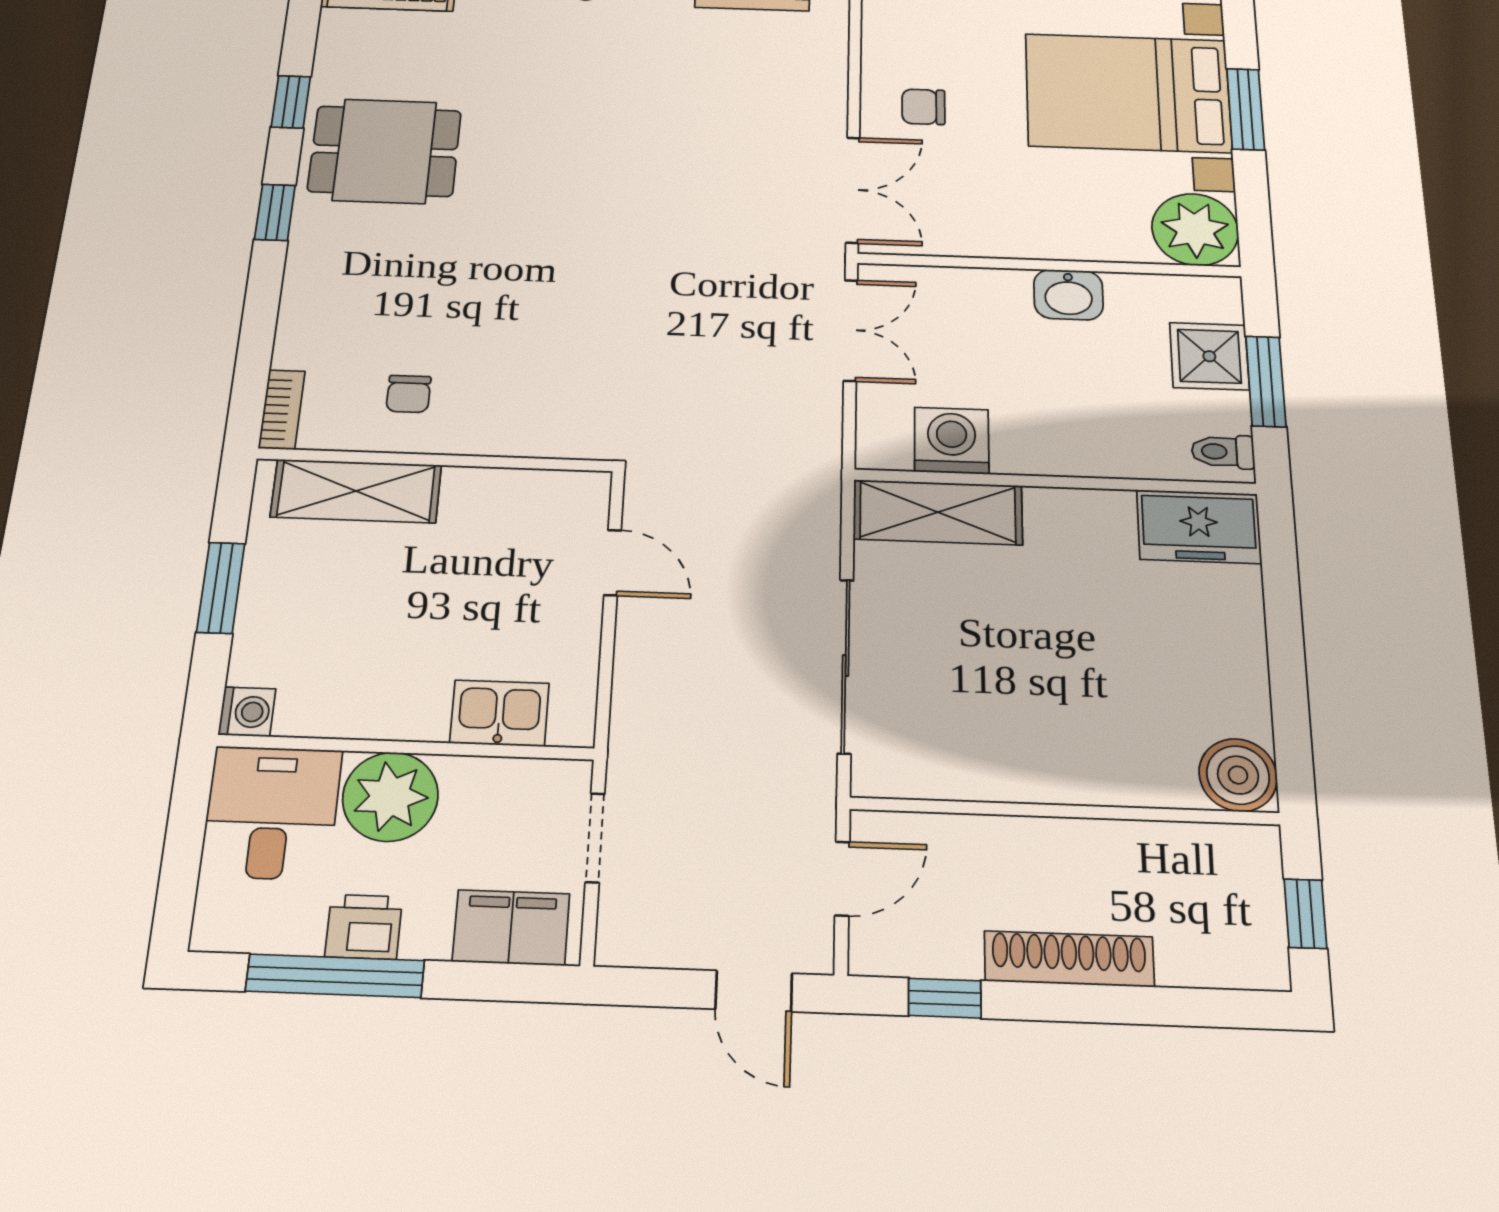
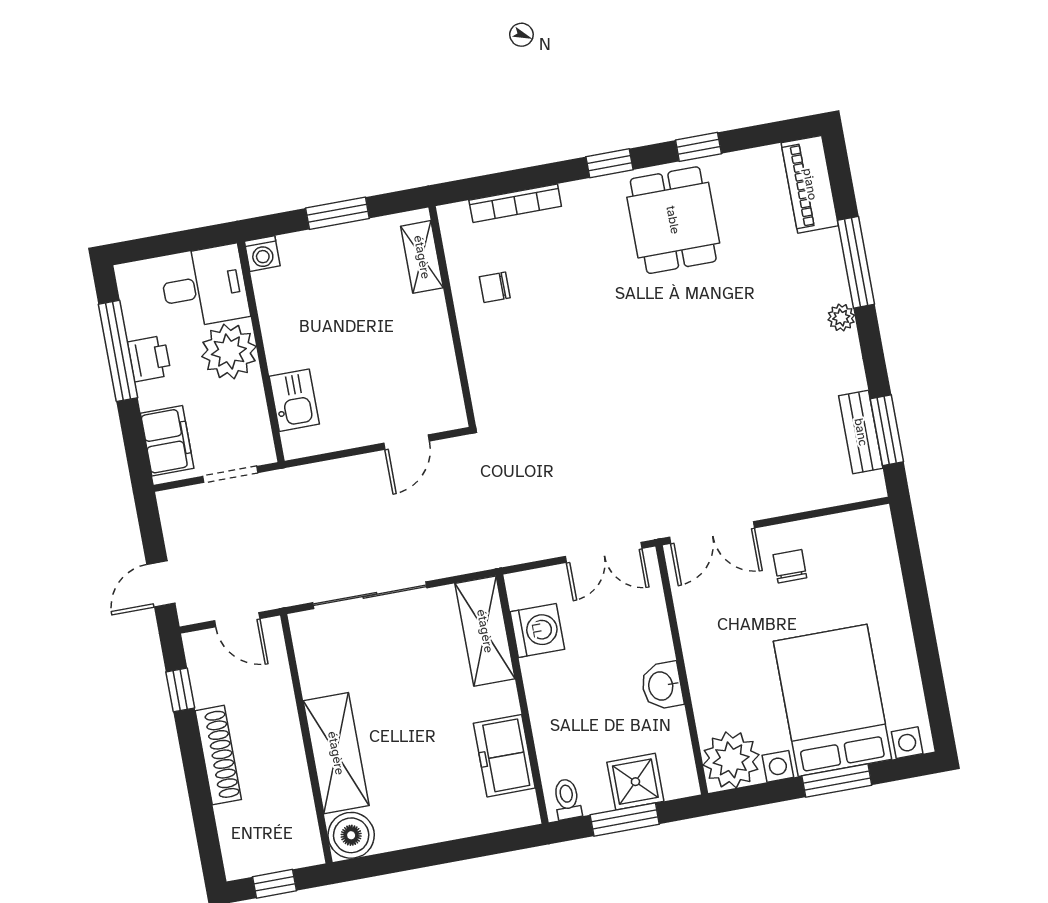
bookcase: (282, 410) -> (515, 203), moved, width x1.56
shelving: (356, 491) -> (422, 257), width x0.67, depth x0.75
freezer: (1199, 527) -> (504, 756), moved
shelving: (1097, 770) -> (336, 753), added

